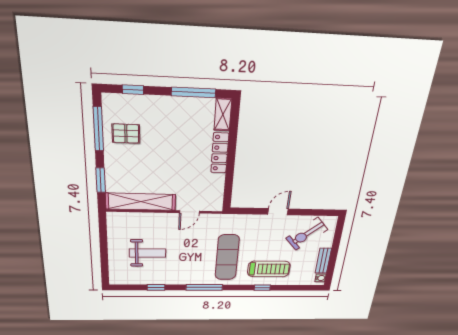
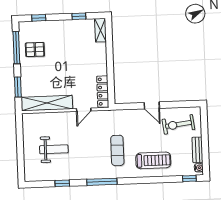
window: (194, 92) -> (79, 16), width x0.46
locker: (220, 153) -> (103, 92), moved
door: (278, 212) -> (152, 105), swing flipped
exercise bike: (307, 234) -> (178, 124), turned 34
exercise mat: (227, 257) -> (117, 150), width x0.73, depth x0.69
window: (262, 288) -> (189, 178), moved

